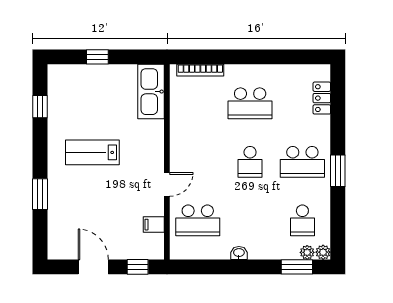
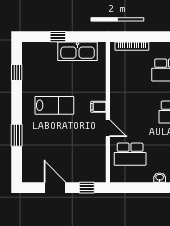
kitchen sink: (151, 92) -> (78, 51), moved, turned -90
lab bench: (92, 152) -> (54, 105), turned 180
door: (167, 184) -> (108, 128), hinge flipped
filing cabinet: (154, 225) -> (98, 107), moved

